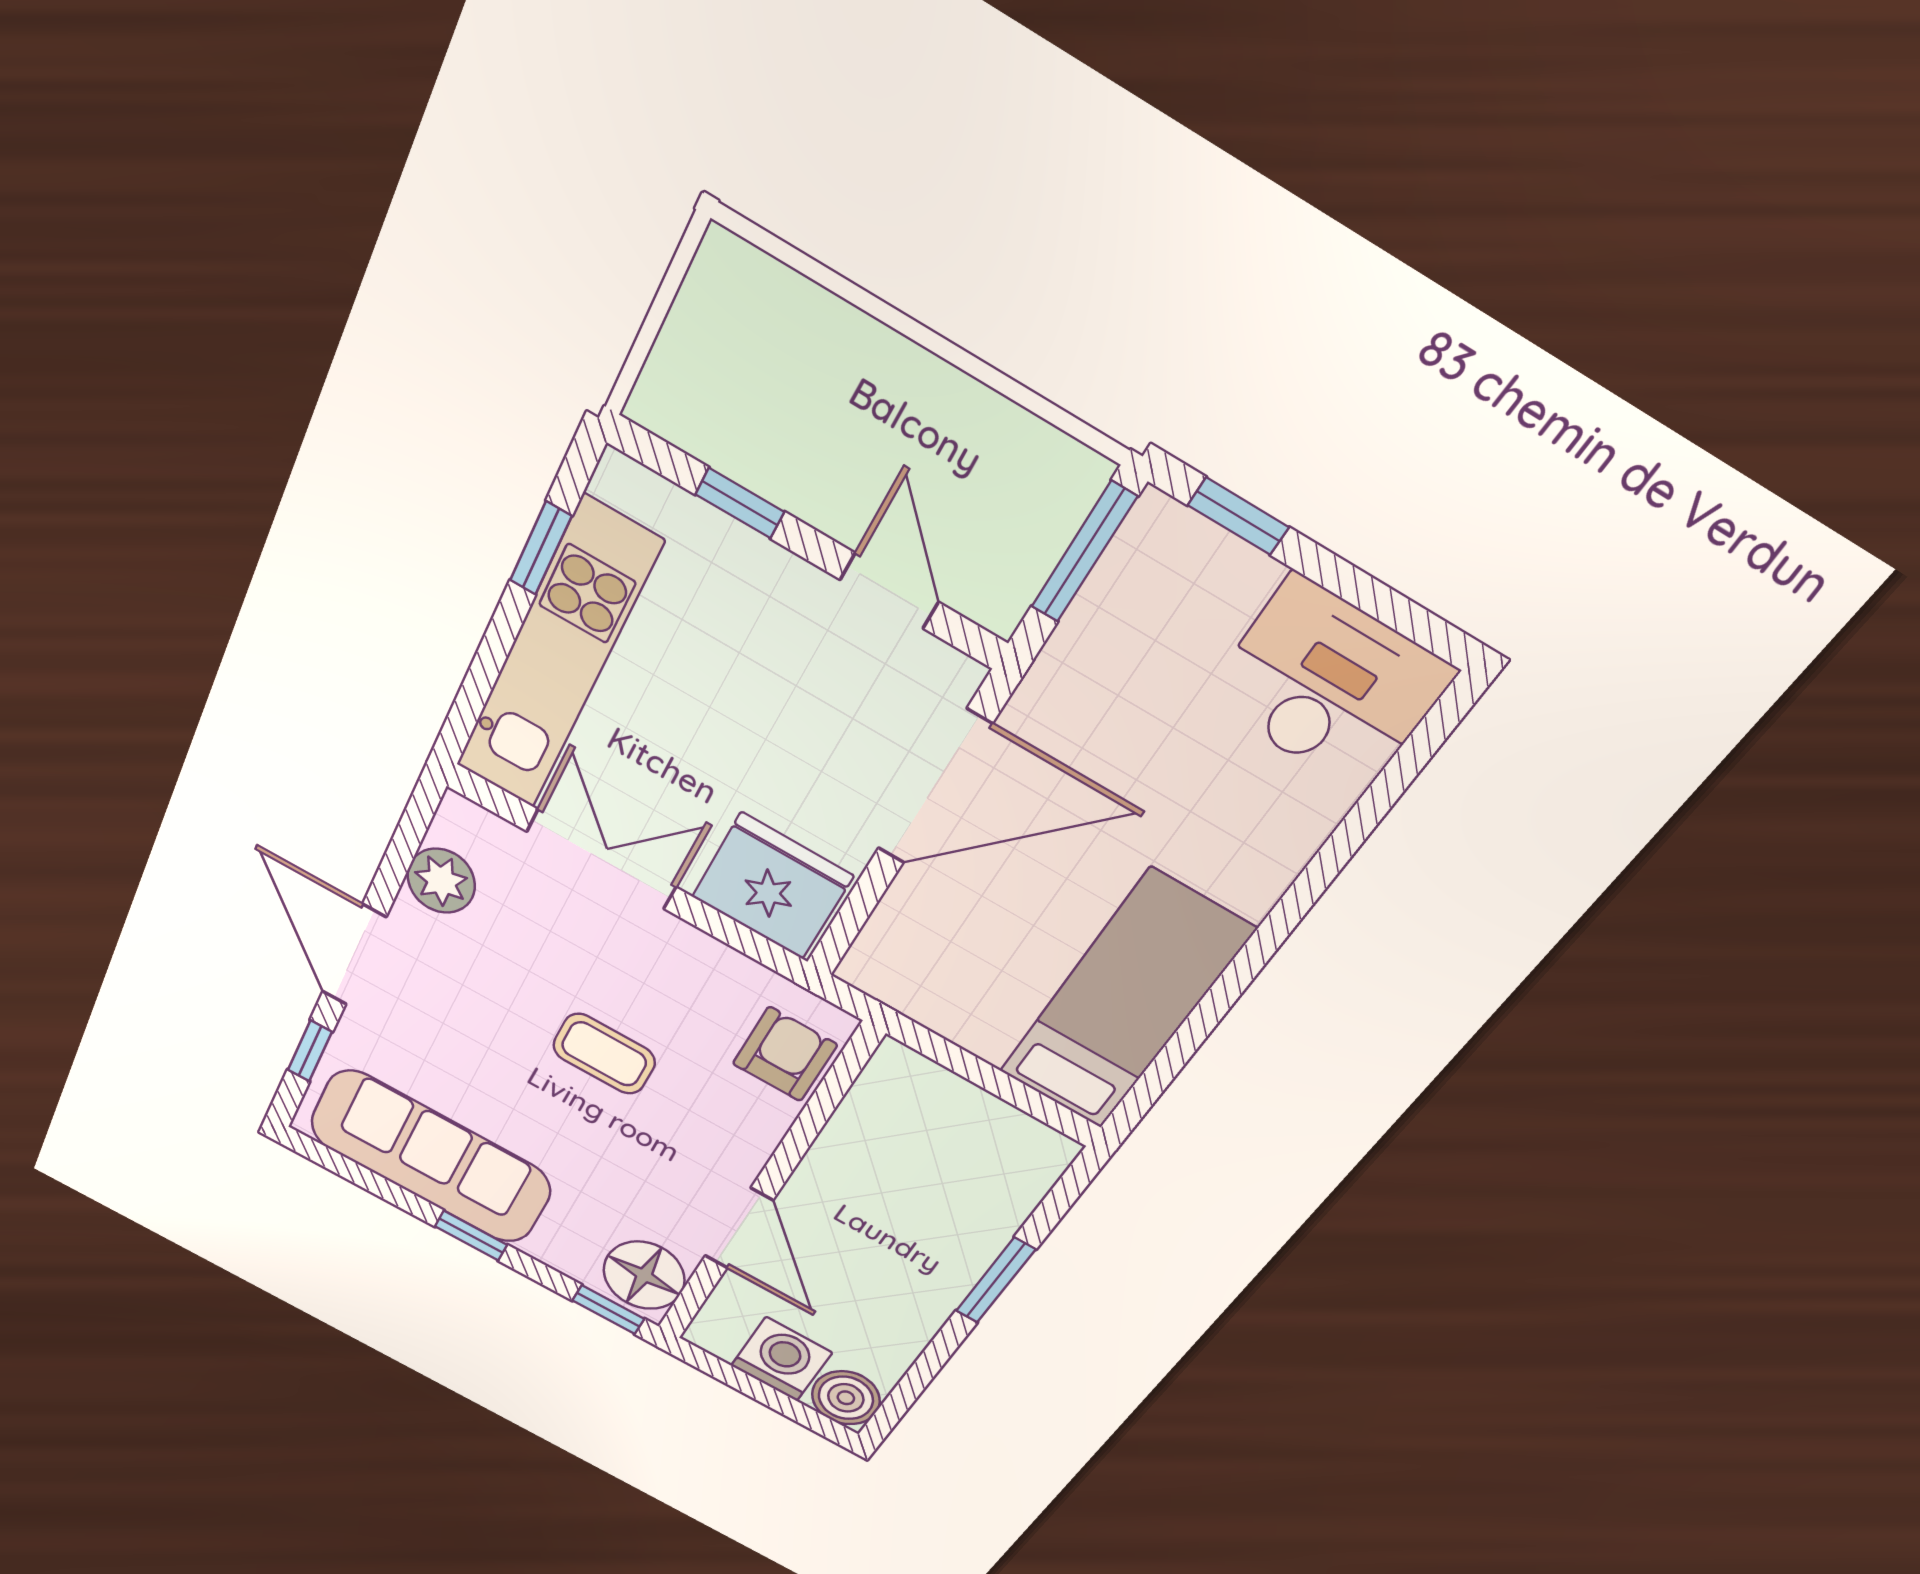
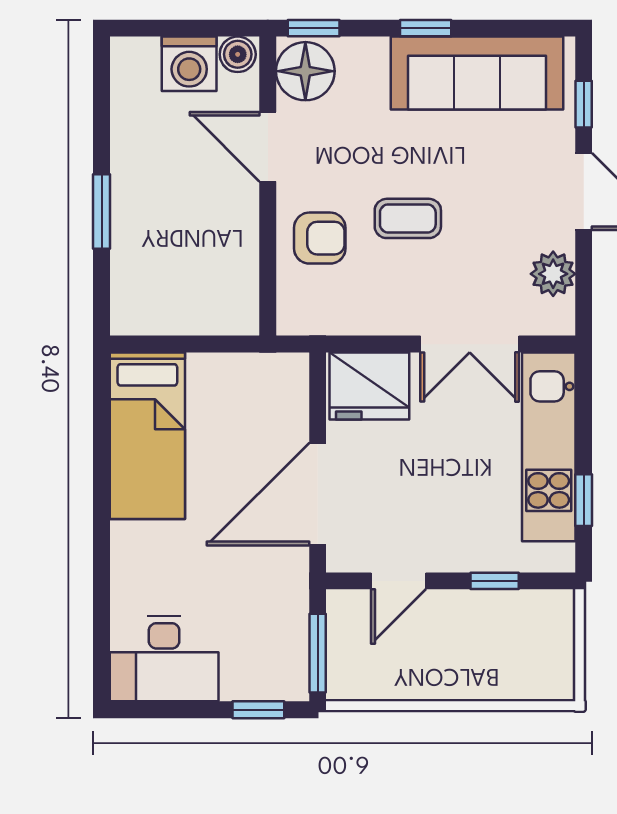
door: (889, 591) -> (398, 581), hinge flipped
armchair: (785, 1054) -> (320, 238), moved, turned -90
boiler: (846, 1398) -> (238, 54), moved, width x0.73, depth x0.73

